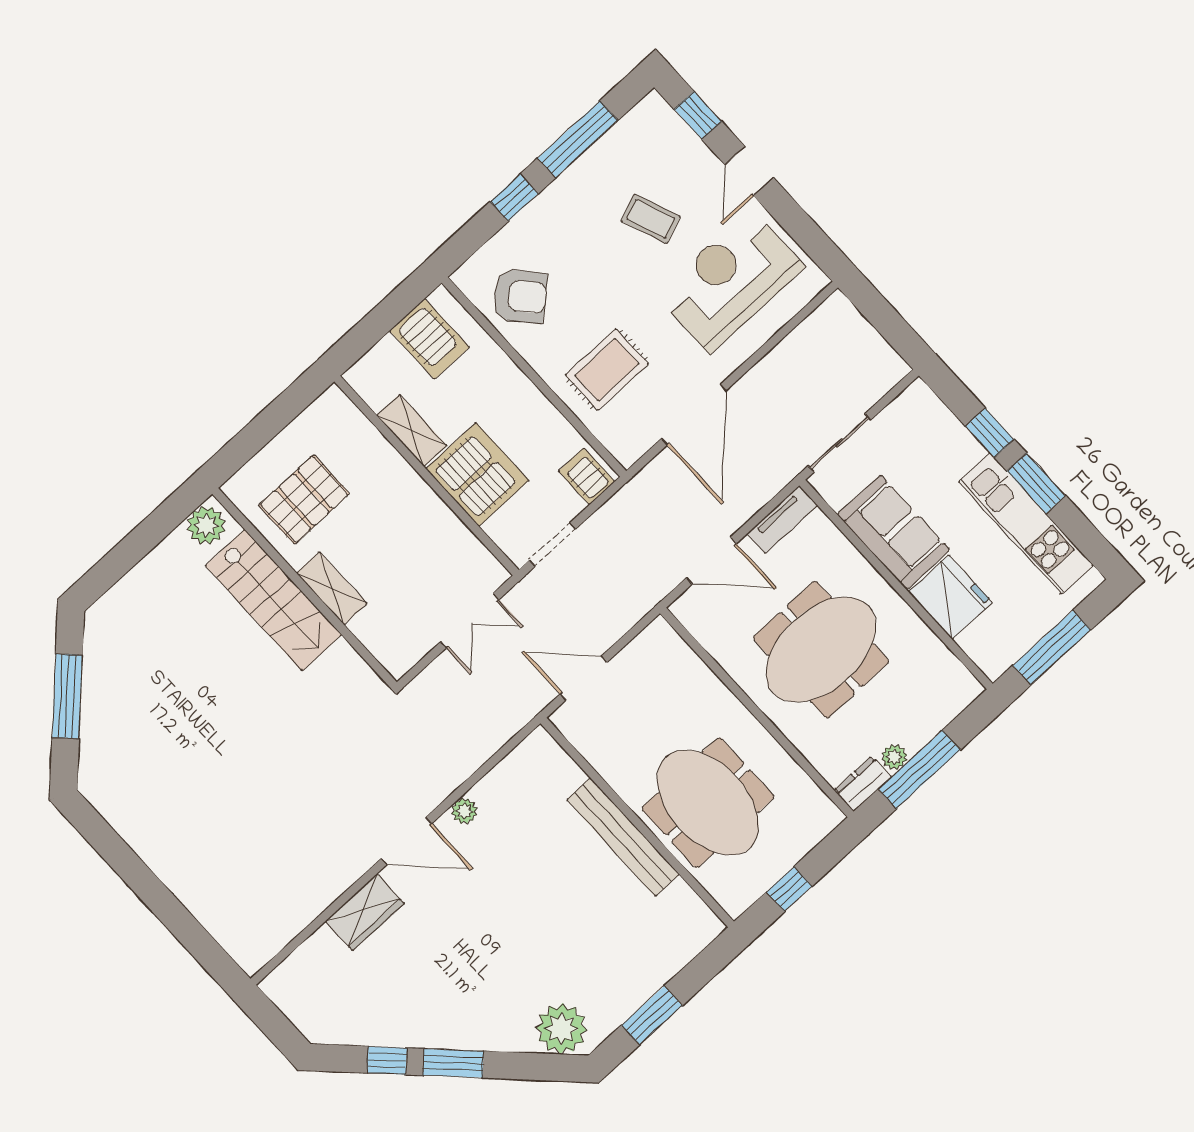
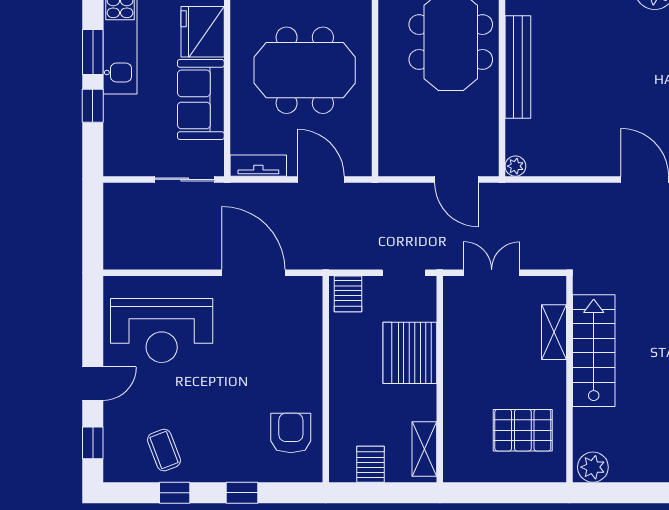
window: (578, 139) -> (175, 493), width x0.46
coffee table: (651, 219) -> (164, 450), moved
armchair: (520, 296) -> (291, 433), turned 41
server rack: (430, 339) -> (371, 464), width x0.73, depth x0.70
rug: (607, 370) -> (280, 345), removed
door: (694, 415) -> (254, 273), hinge flipped
shelving: (412, 431) -> (424, 449), moved
shelving: (332, 588) -> (554, 332), moved
stairs: (274, 600) -> (594, 351), moved
plant: (464, 811) -> (515, 166), moved

